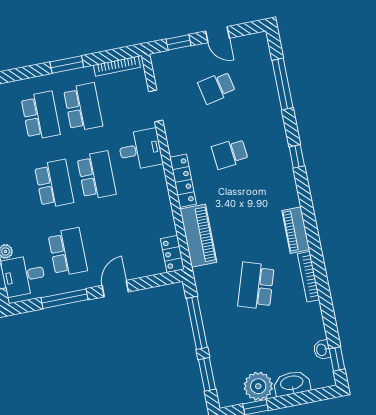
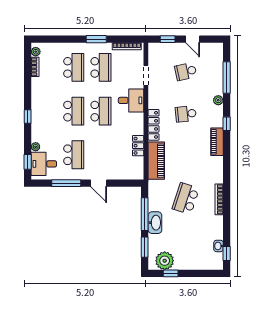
plant: (276, 122) -> (218, 100), added
piano: (296, 230) -> (217, 142), moved
locker: (172, 254) -> (138, 146), moved
door: (115, 289) -> (99, 183), swing flipped
washbasin: (292, 383) -> (155, 223), moved, turned 90
plant: (258, 386) -> (165, 261), moved

